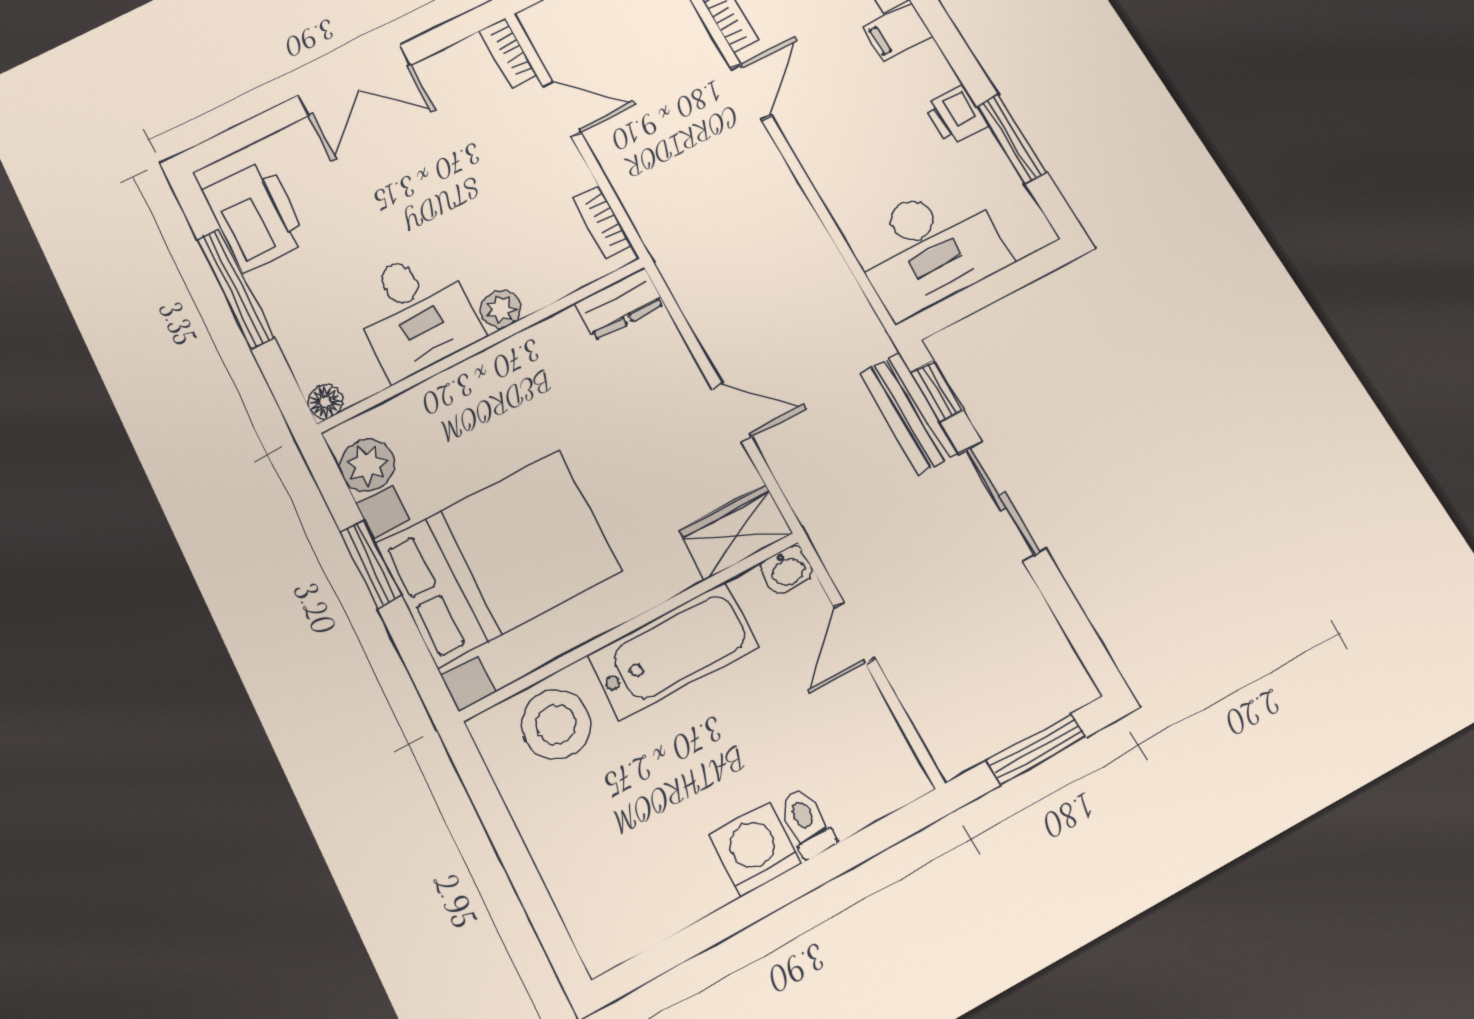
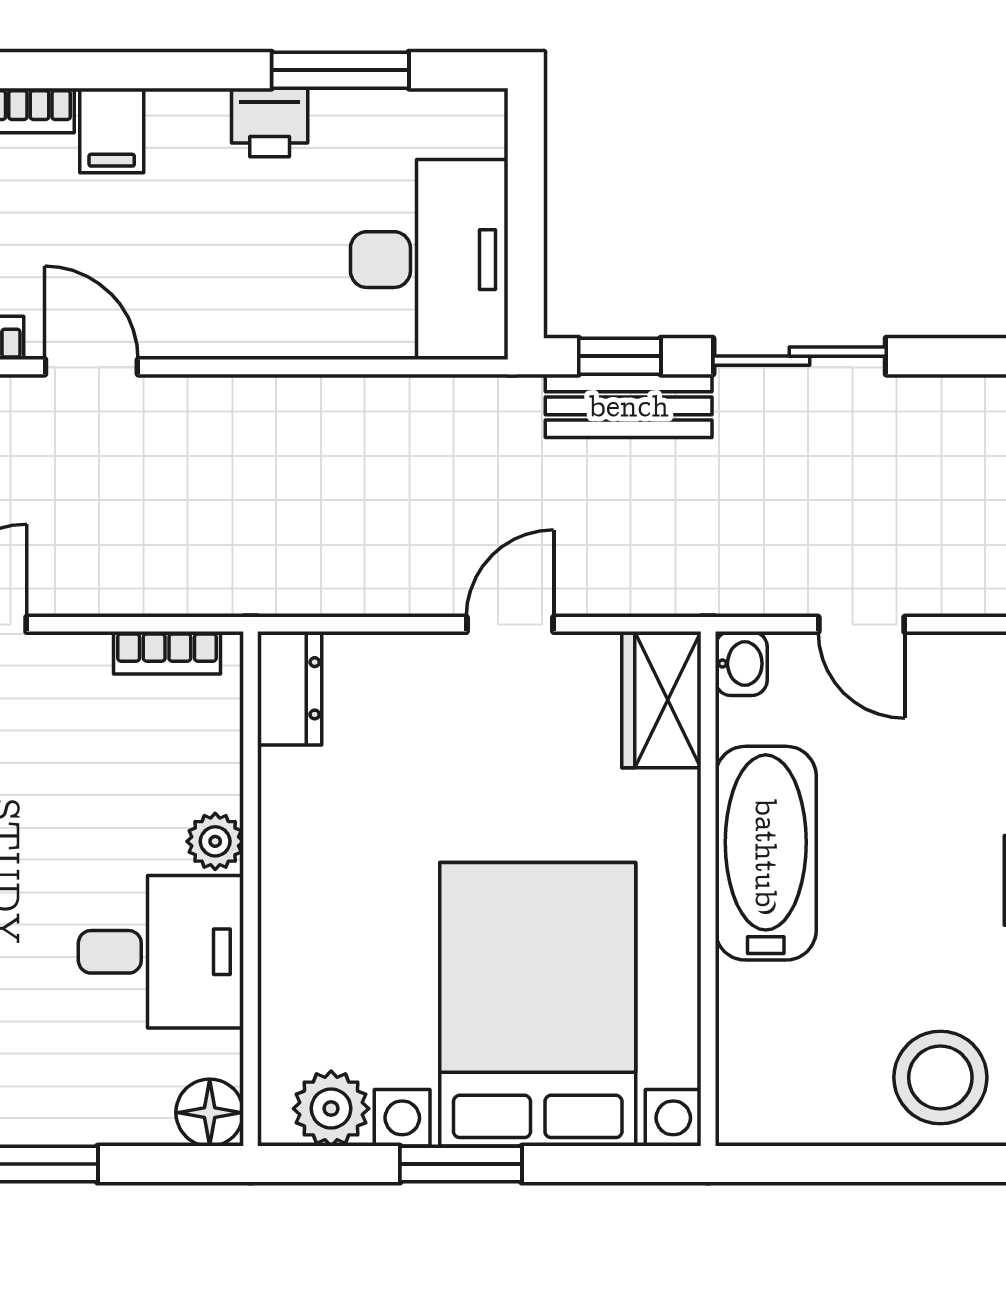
floor lamp: (325, 402) -> (210, 1113), width x1.37, depth x1.37
stool: (556, 725) -> (940, 1077), moved

